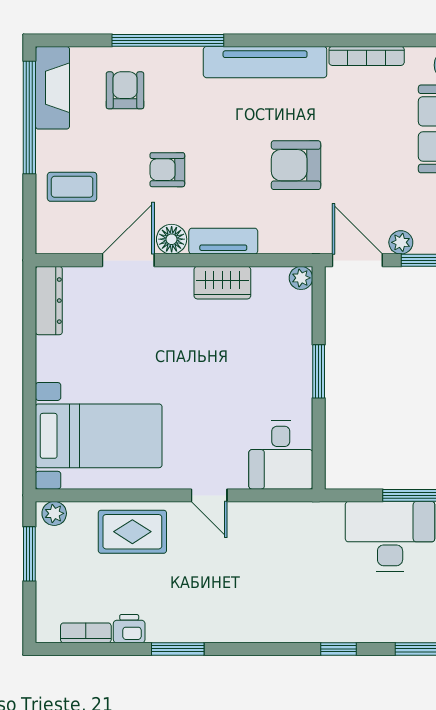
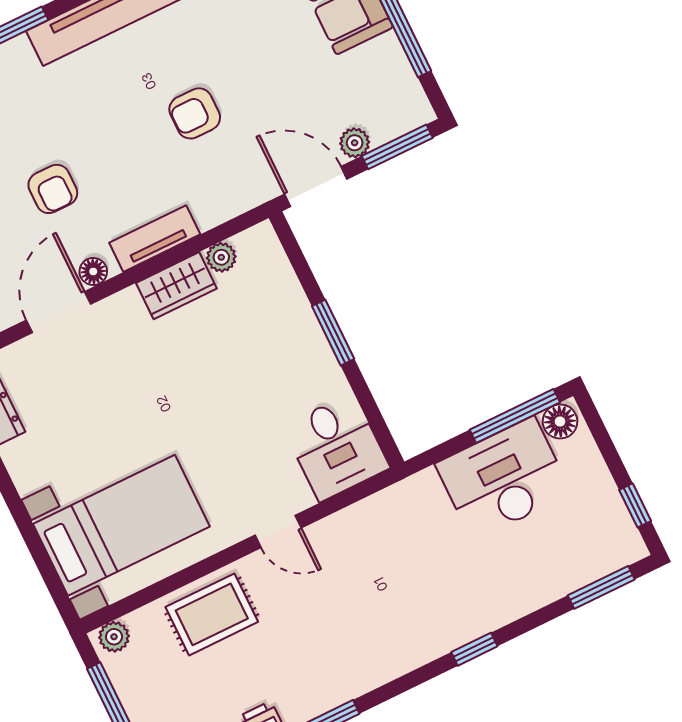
armchair: (296, 165) -> (195, 113), width x0.72, depth x0.72
armchair: (167, 170) -> (53, 189), turned -90
floor lamp: (172, 239) -> (93, 272), width x0.73, depth x0.73
plant: (301, 278) -> (221, 257), moved
window: (338, 649) -> (474, 649), moved

